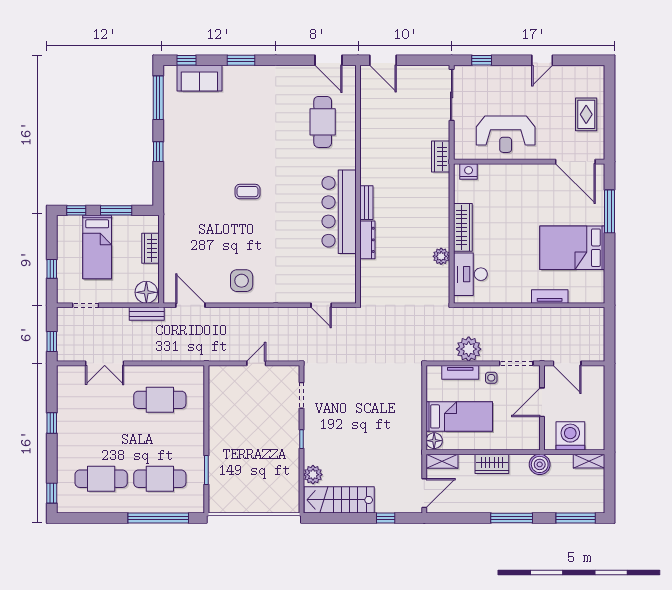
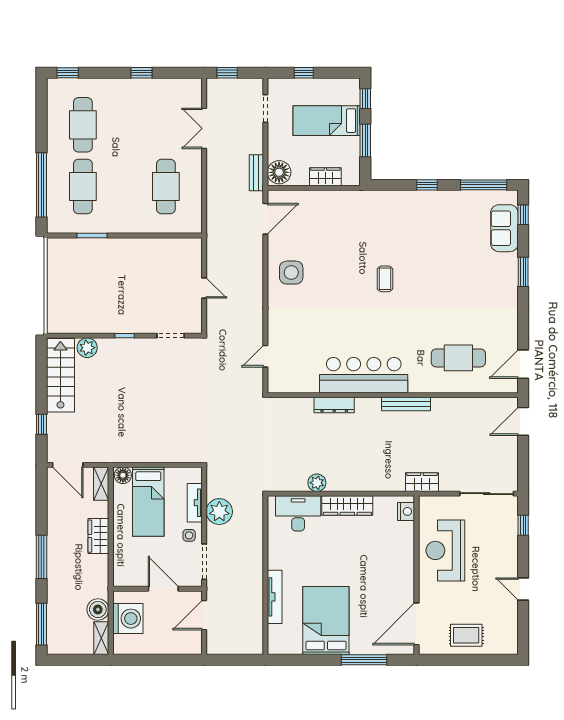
bench: (366, 203) -> (406, 404), moved, width x1.36
tv unit: (550, 296) -> (275, 597), width x1.41
boiler: (540, 464) -> (98, 609), moved

